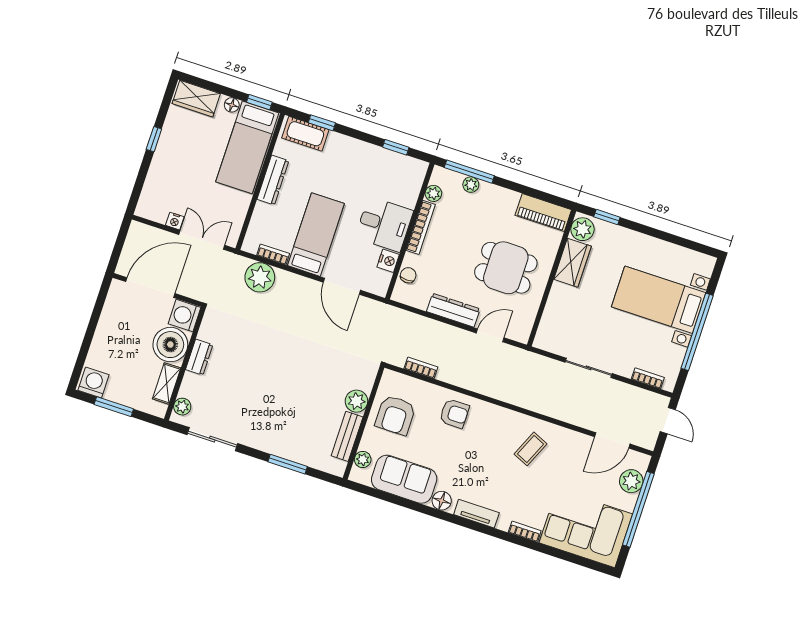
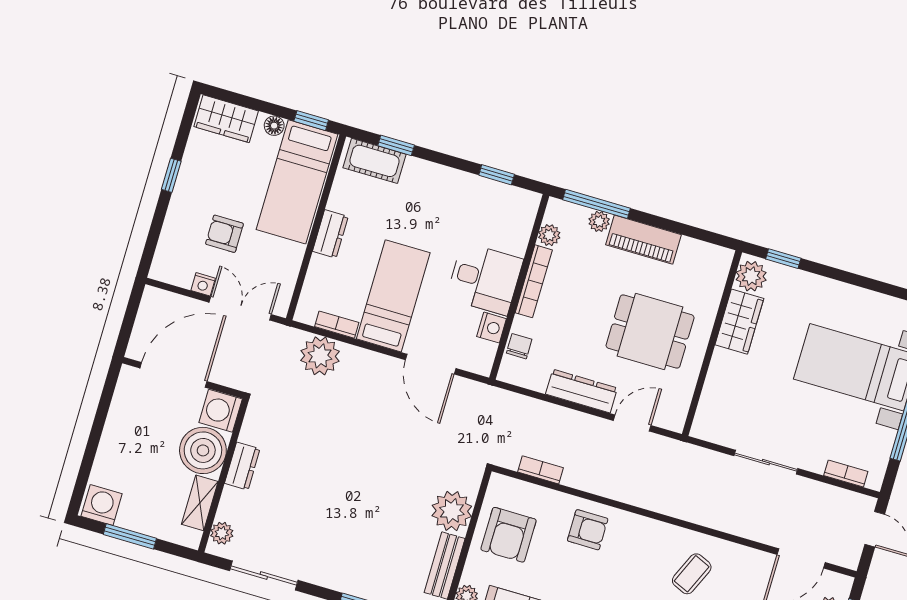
dresser: (273, 180) -> (330, 234), width x0.70
armchair: (192, 184) -> (224, 234), added
piano: (543, 213) -> (643, 240), moved
plant: (356, 401) -> (452, 511), width x1.36, depth x1.36

